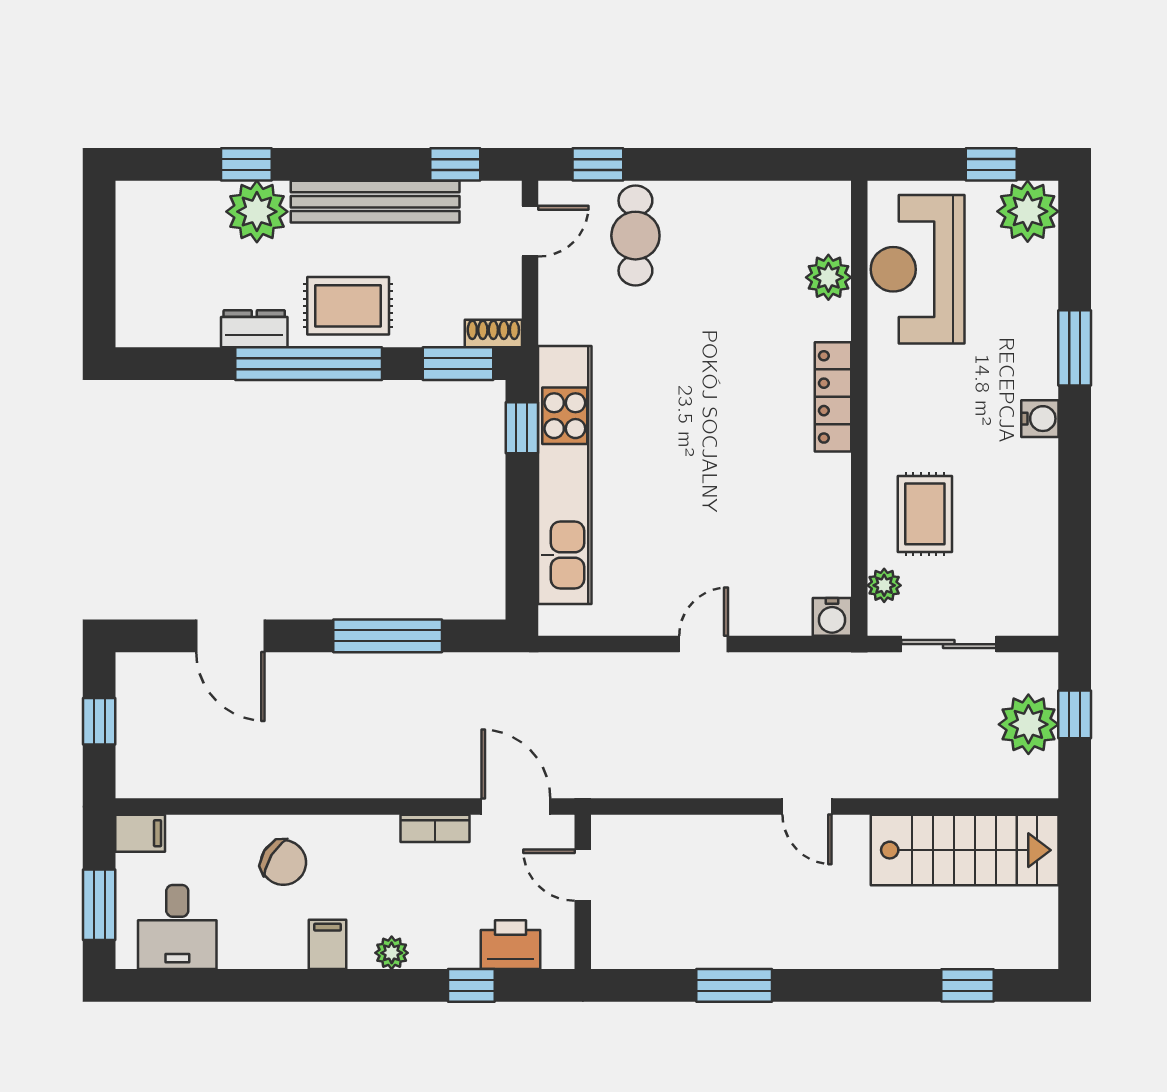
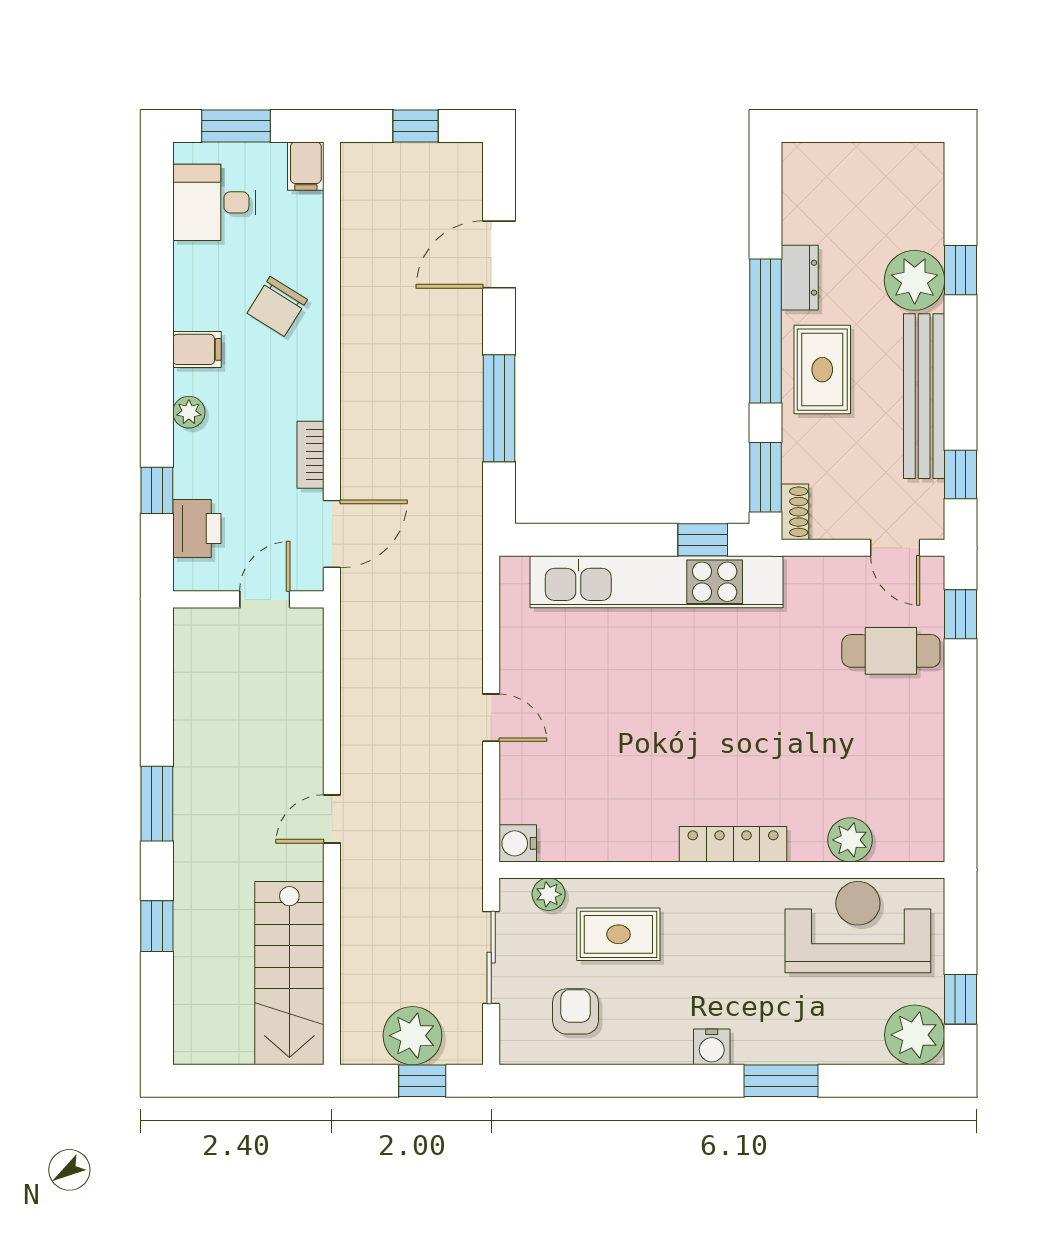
armchair: (1004, 558) -> (576, 1011), added
window: (734, 985) -> (157, 804), moved
window: (968, 985) -> (157, 926), moved

